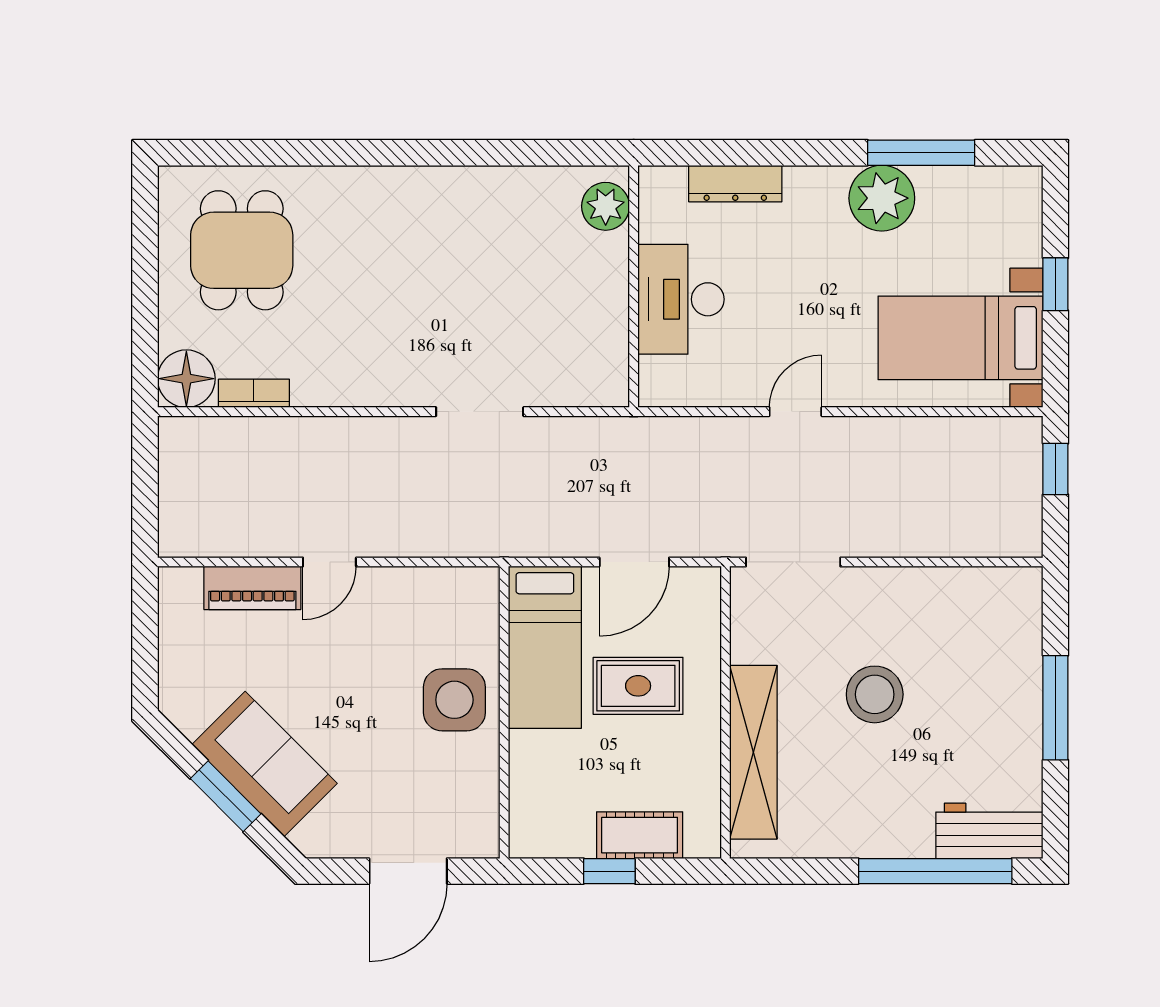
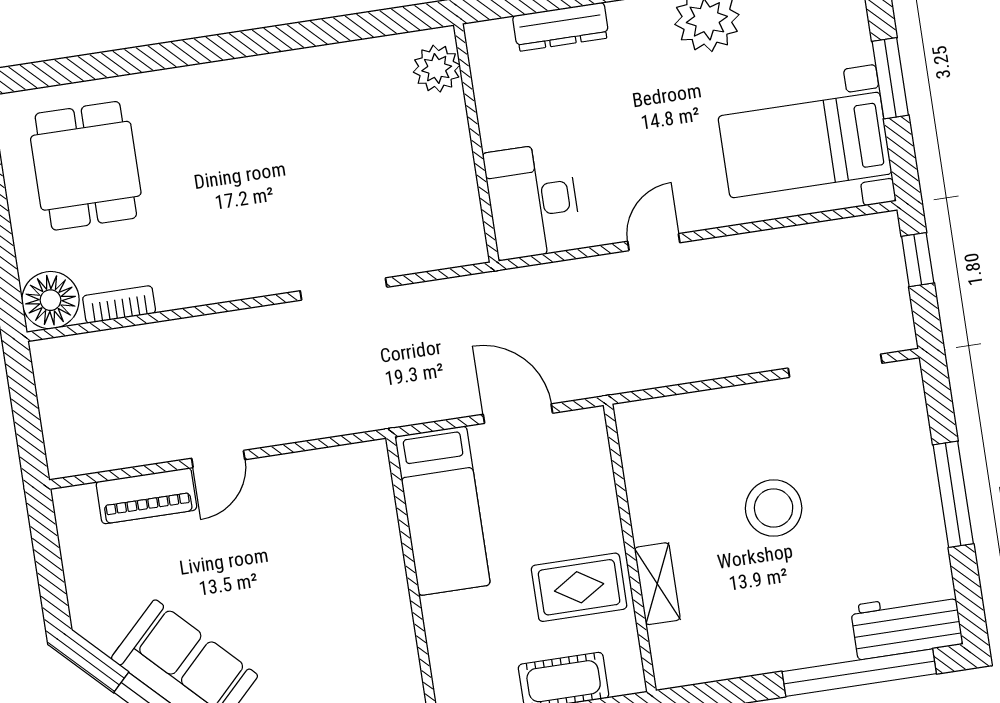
window: (1055, 284) -> (890, 78), width x1.50
desk: (681, 299) -> (533, 201), moved
door: (634, 562) -> (518, 414), swing flipped
doorway: (793, 562) -> (835, 366), moved
rug: (638, 686) -> (579, 587), moved
side table: (454, 700) -> (362, 576), removed
shelving: (753, 752) -> (657, 584), width x0.45, depth x0.75

